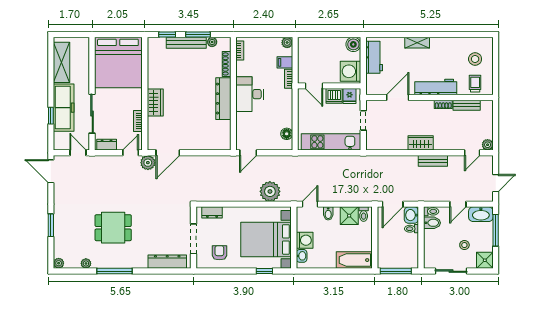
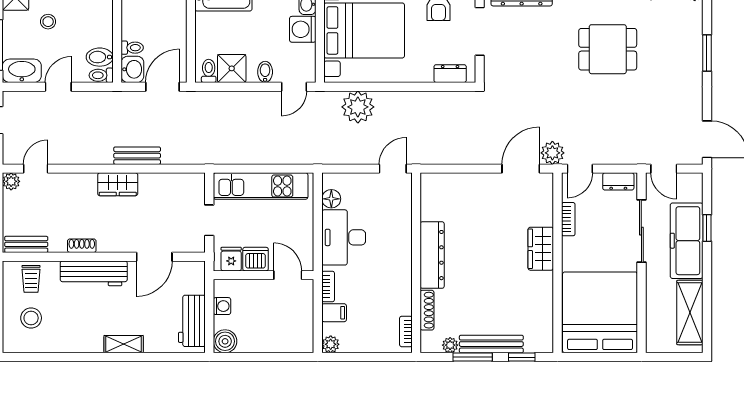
washing machine: (350, 71) -> (222, 306), width x0.53, depth x0.53
desk: (250, 94) -> (344, 237), moved, turned 180
bench: (467, 105) -> (26, 244), moved
bench: (433, 161) -> (137, 156), moved

